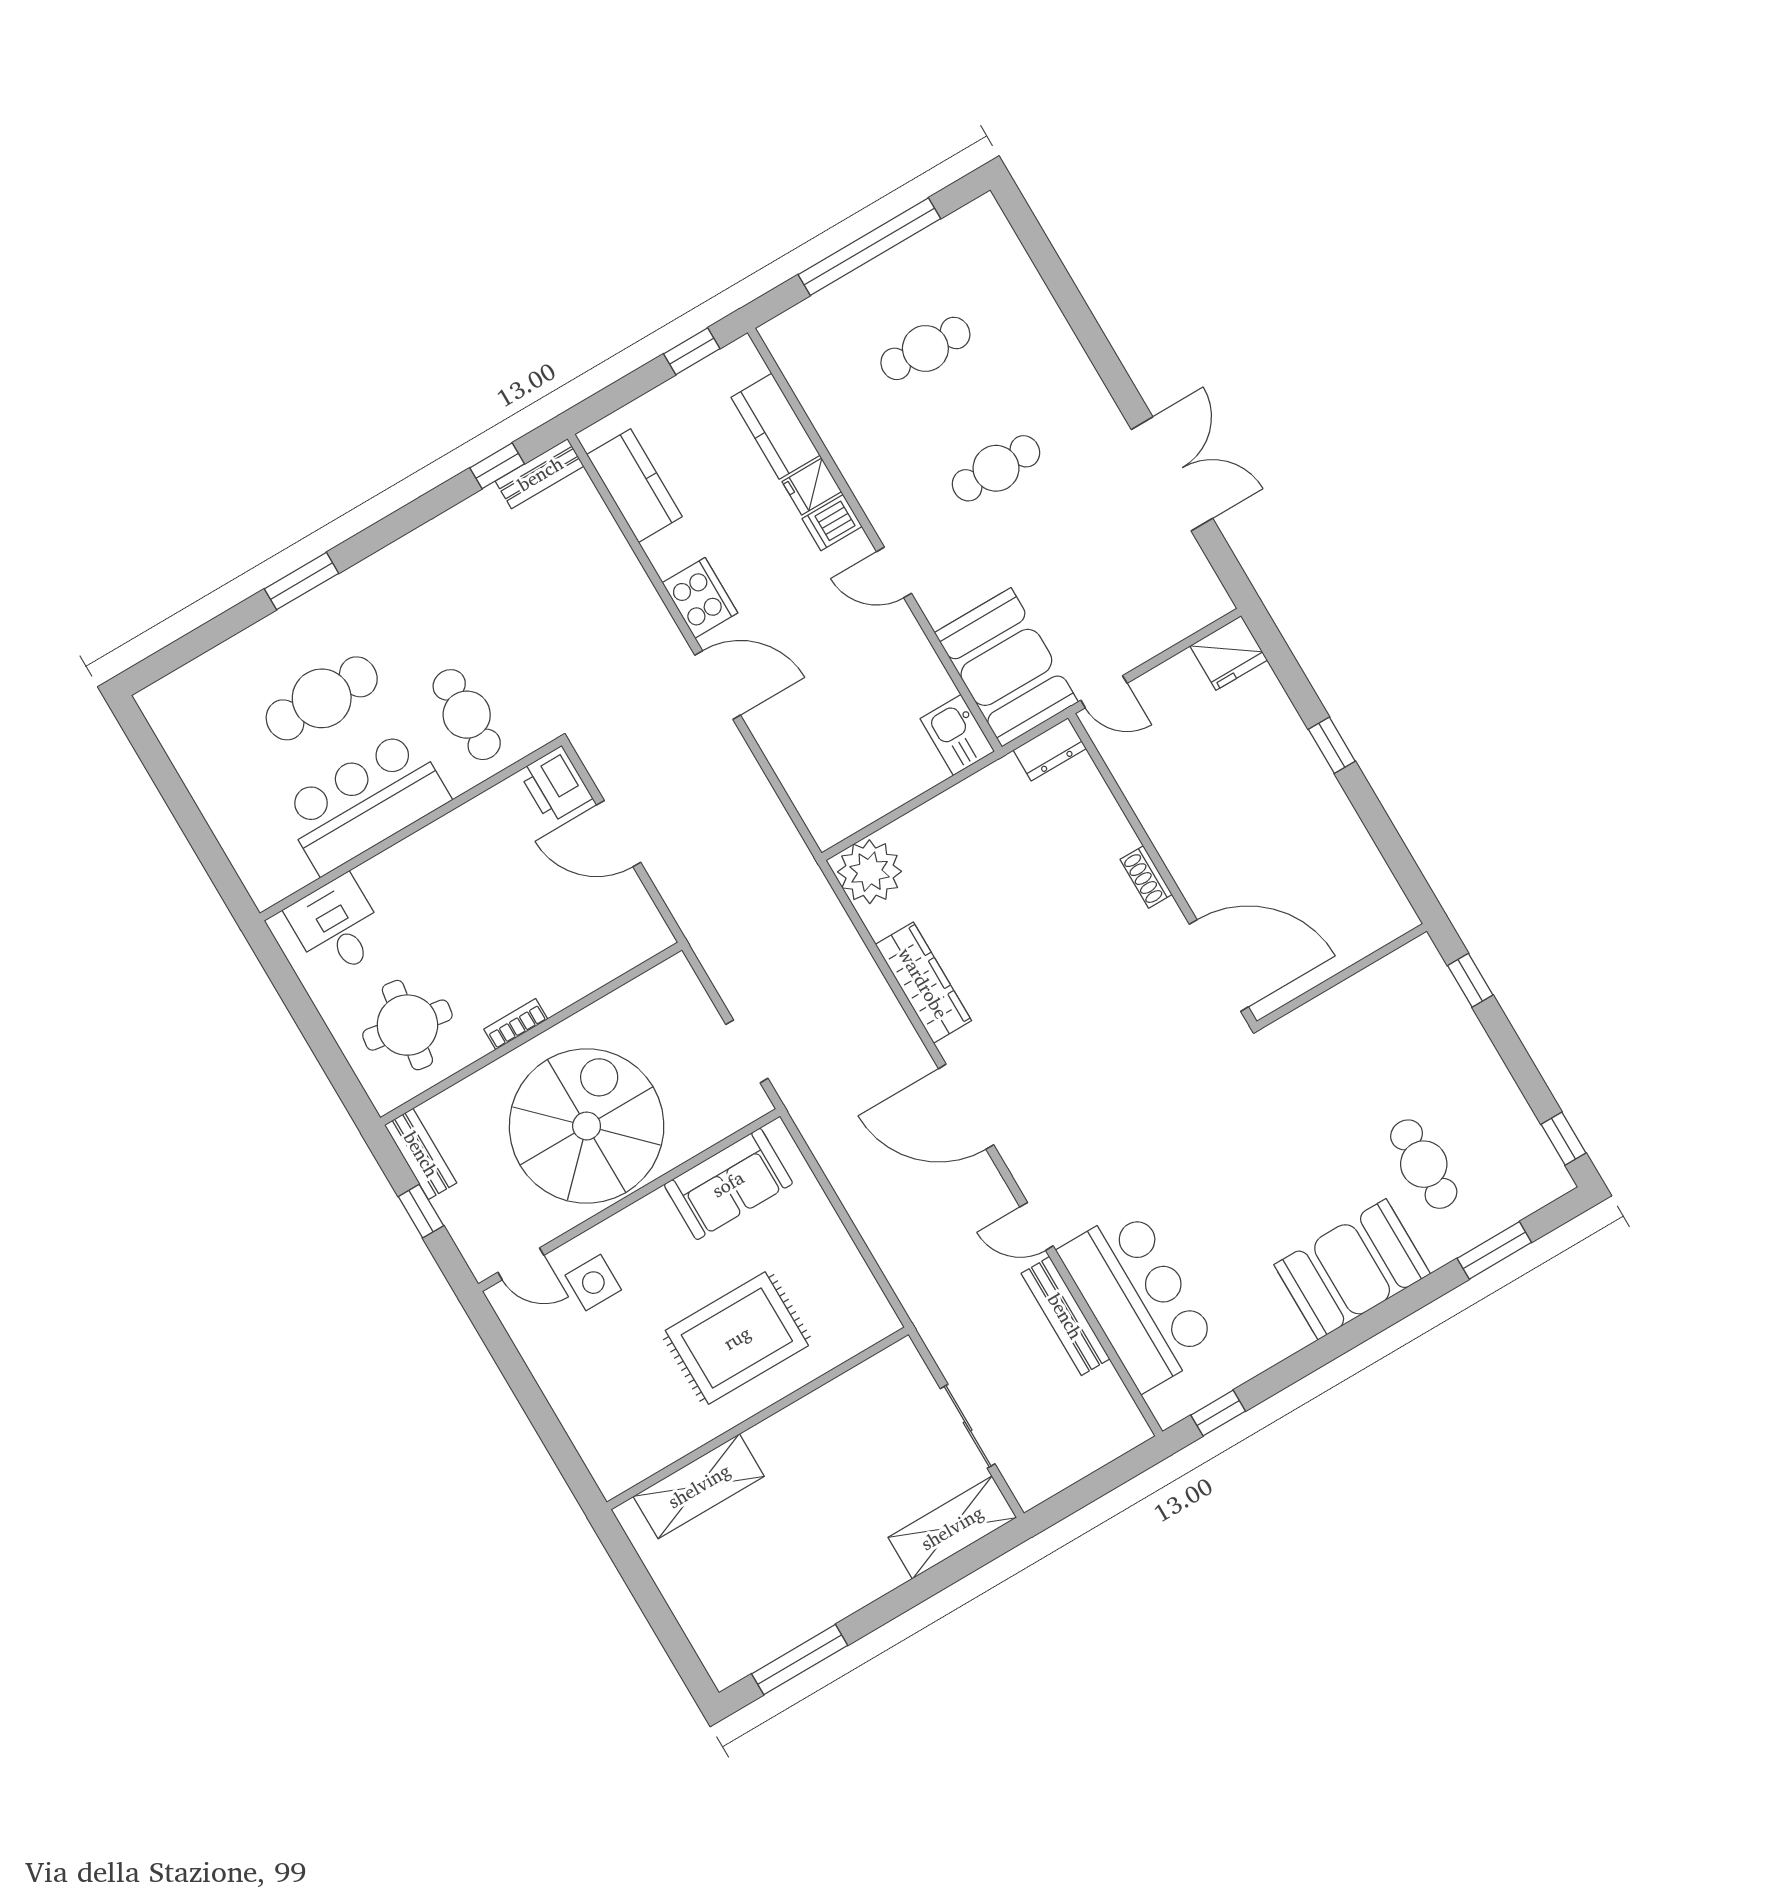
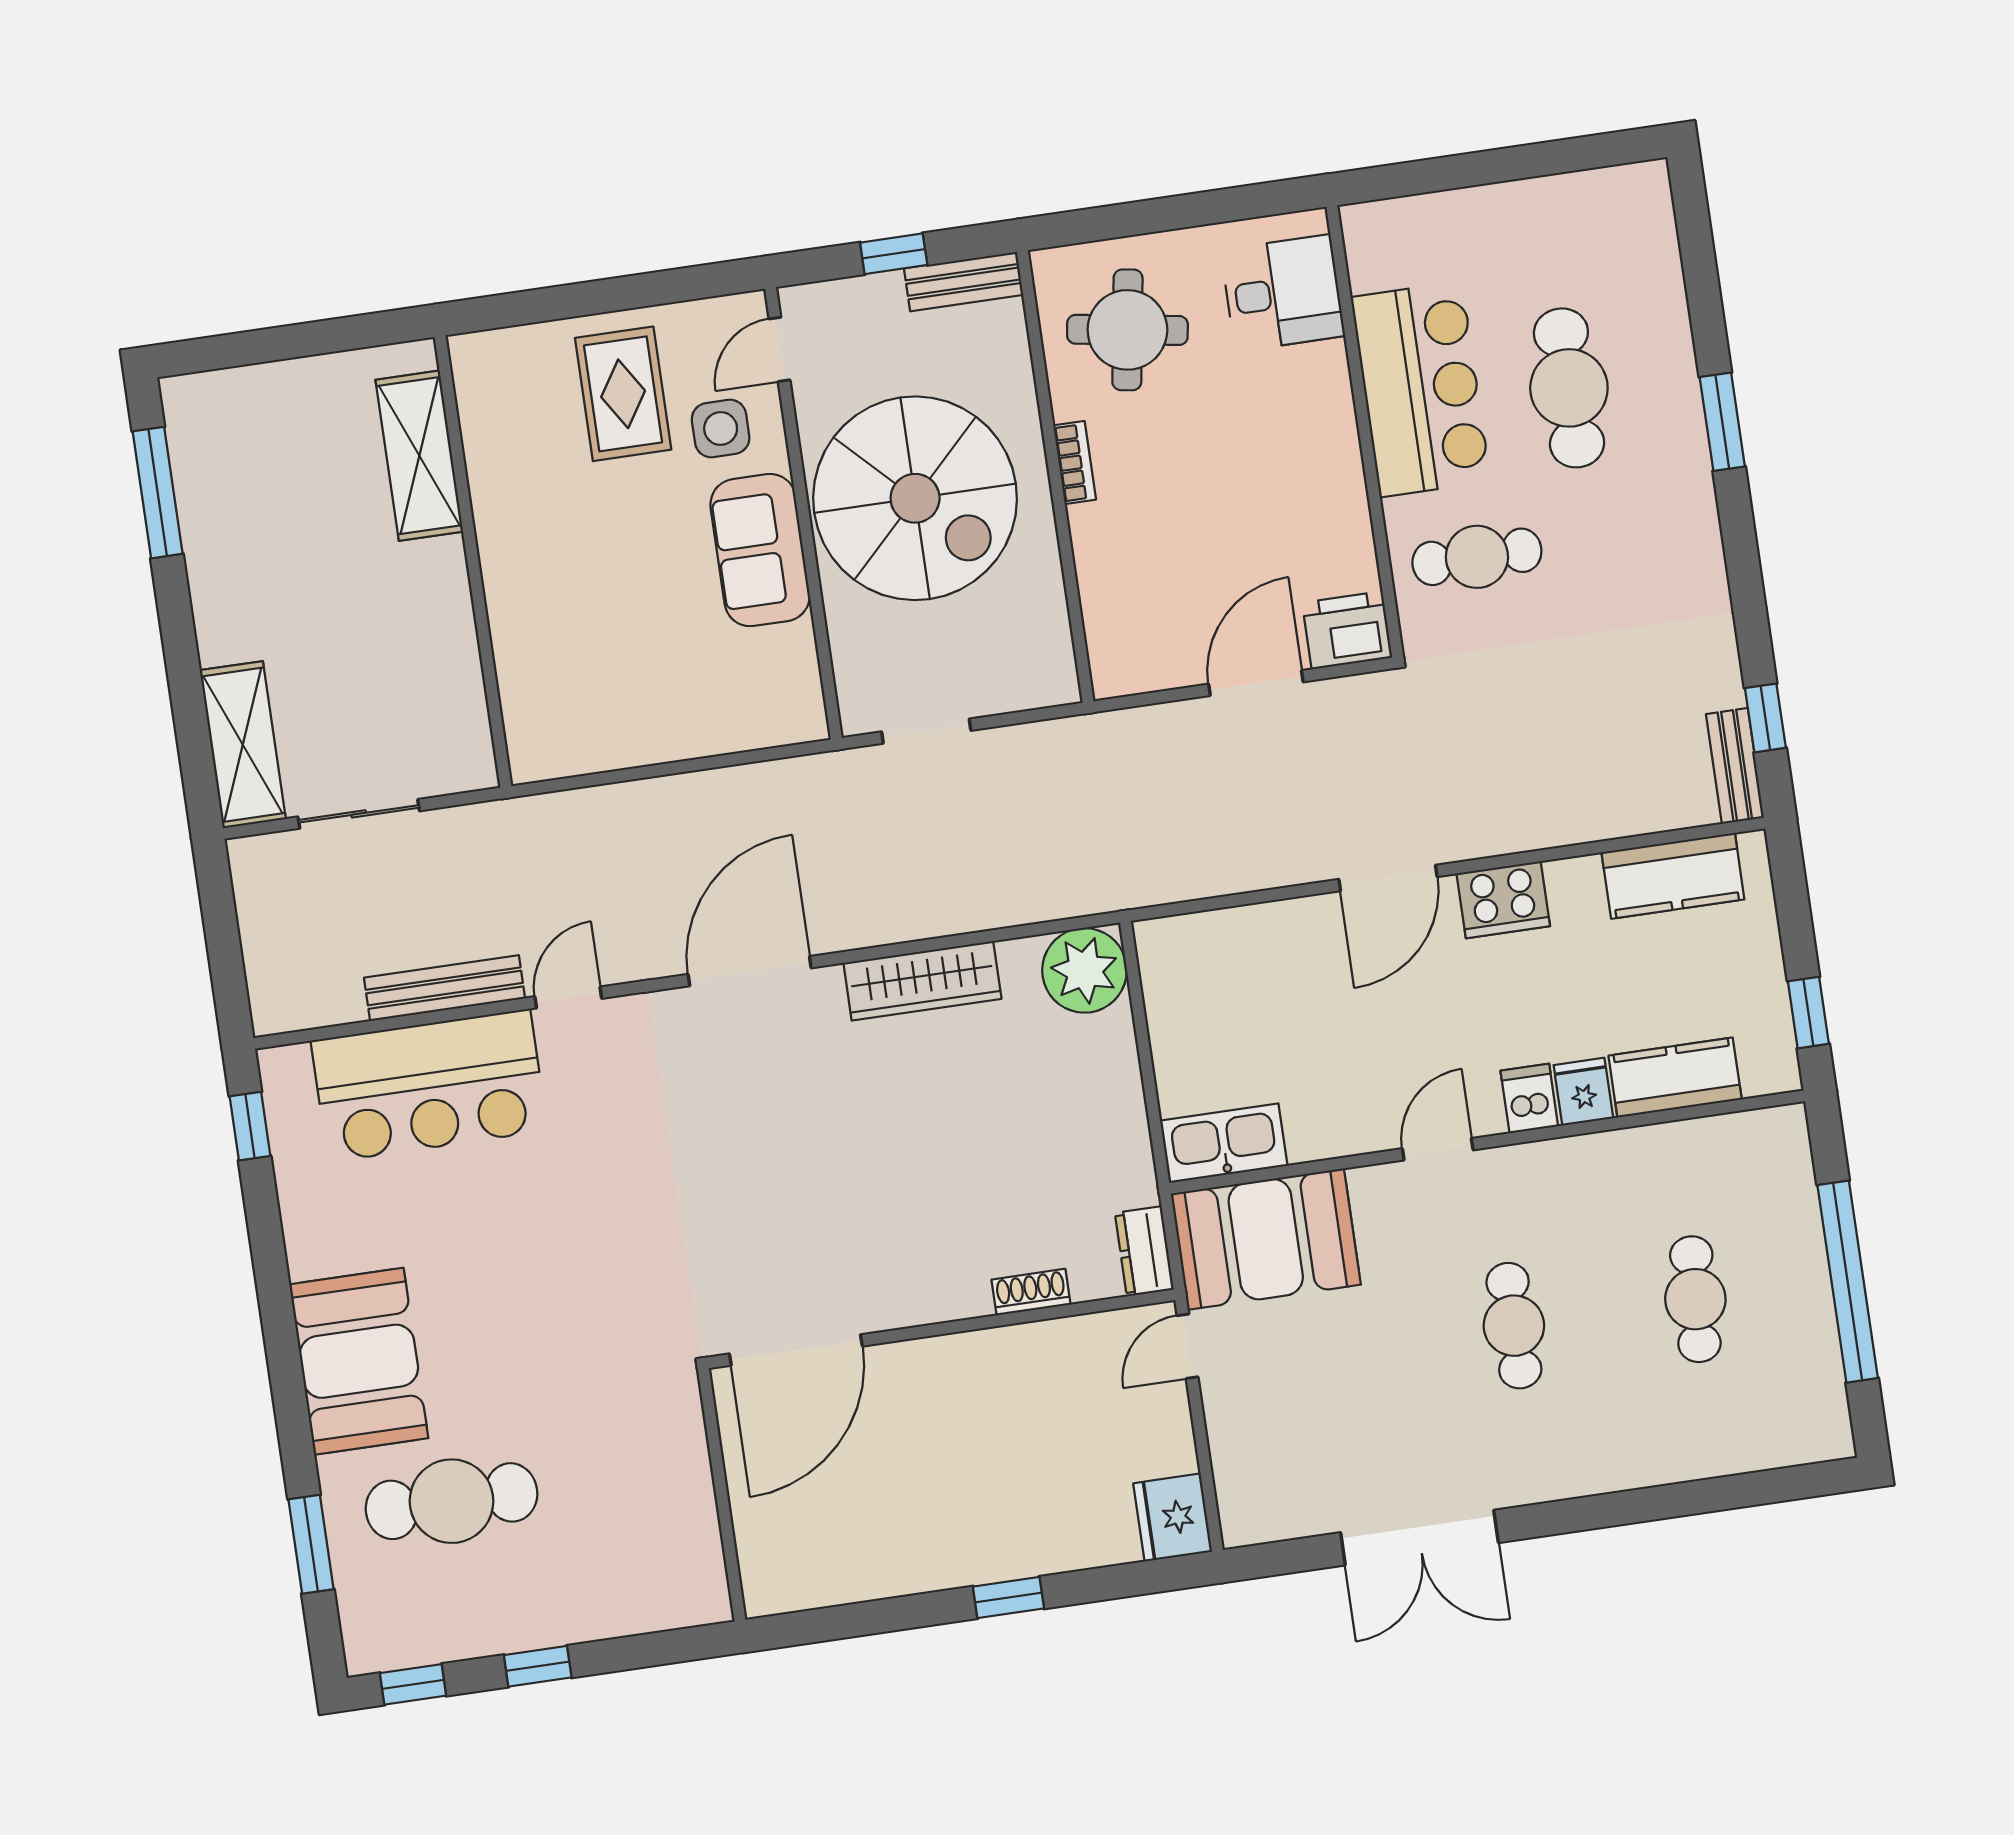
kitchen sink: (957, 735) -> (1224, 1143), width x1.38
shoe rack: (1146, 877) -> (1031, 1292), moved
window: (1470, 980) -> (538, 1666), moved
cafe table: (1424, 1164) -> (452, 1501), width x1.37, depth x1.35
sofa: (728, 1184) -> (760, 550), moved
rug: (737, 1338) -> (623, 394), moved, width x0.73, depth x0.70

